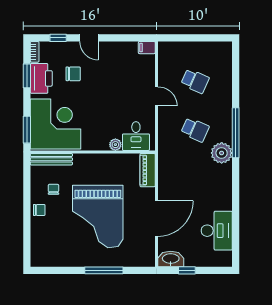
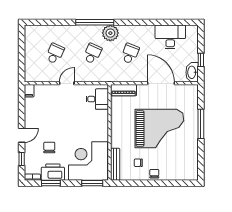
plant: (115, 145) -> (104, 115), removed
school desk: (195, 178) -> (130, 54), added

